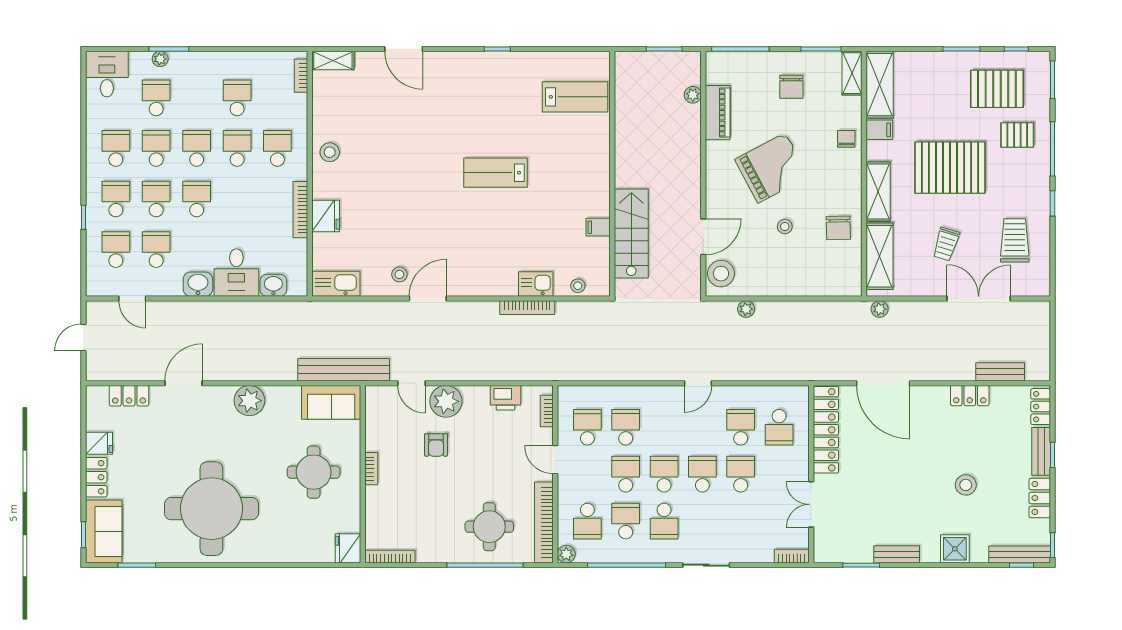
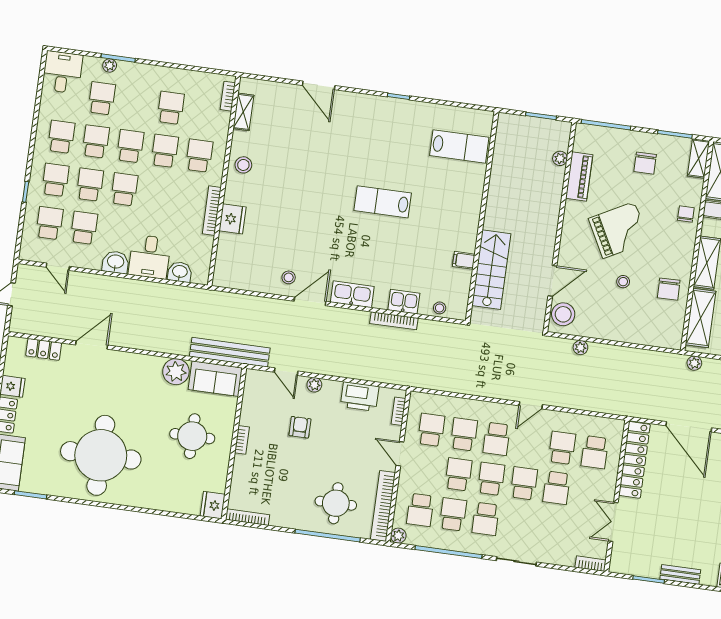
shelving: (333, 60) -> (243, 112), moved, turned 90
kitchen sink: (336, 284) -> (352, 294), moved
printer: (505, 398) -> (360, 396), width x1.37, depth x1.19
plant: (249, 401) -> (176, 372), moved
plant: (446, 401) -> (314, 385), width x0.53, depth x0.53
school desk: (664, 427) -> (497, 439), added
armchair: (436, 445) -> (300, 427), turned 180
school desk: (741, 474) -> (557, 488), turned 180

